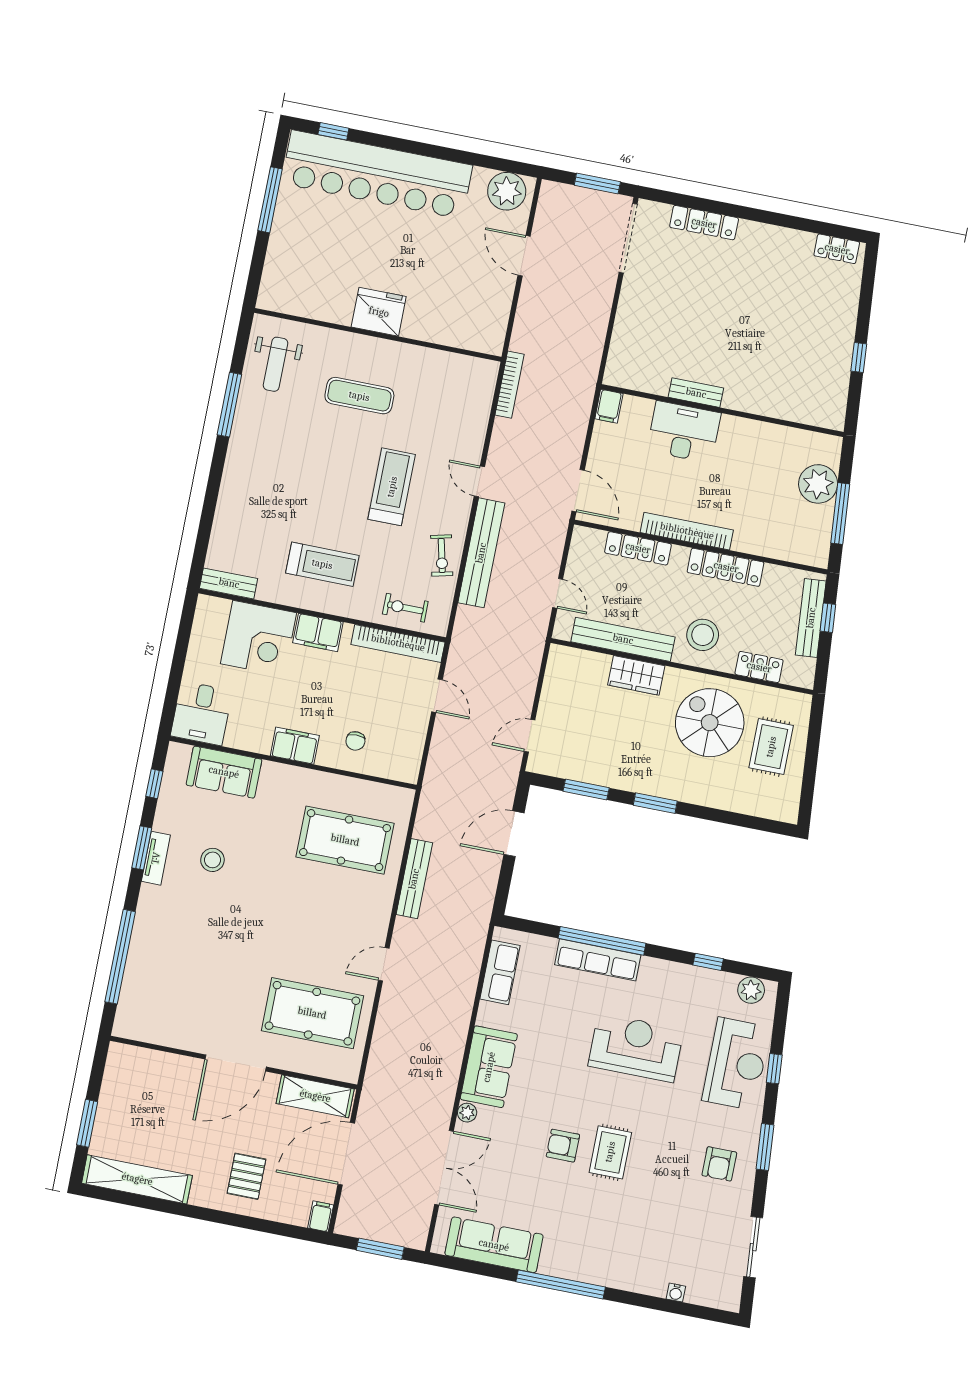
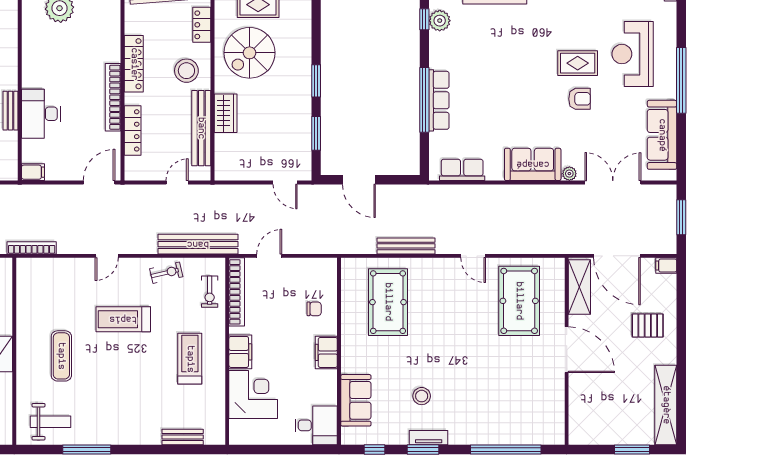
bench: (481, 553) -> (198, 244), moved
bench: (229, 583) -> (183, 437), moved, turned 90
plant: (703, 982) -> (440, 21), added
reception desk: (636, 1048) -> (633, 54), moved
armchair: (563, 1146) -> (580, 99), turned -90

